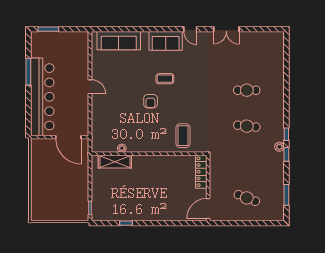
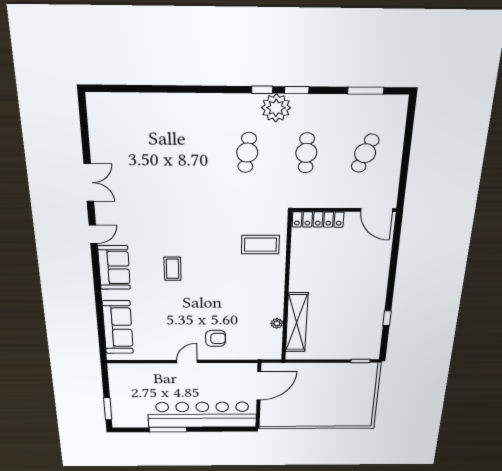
cafe table: (247, 90) -> (306, 153), moved
armchair: (151, 101) -> (216, 338), moved
plant: (279, 147) -> (276, 108), width x1.88, depth x1.88
shelving: (115, 162) -> (297, 322), width x1.47

